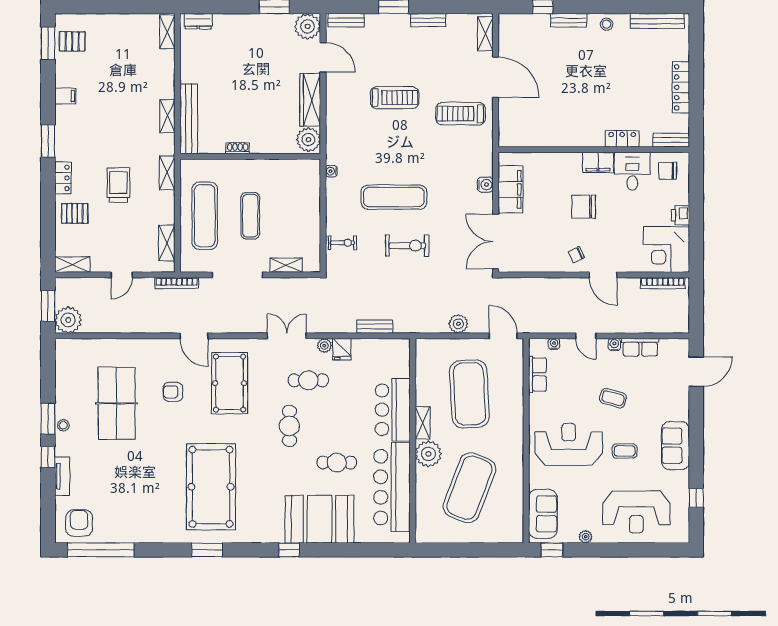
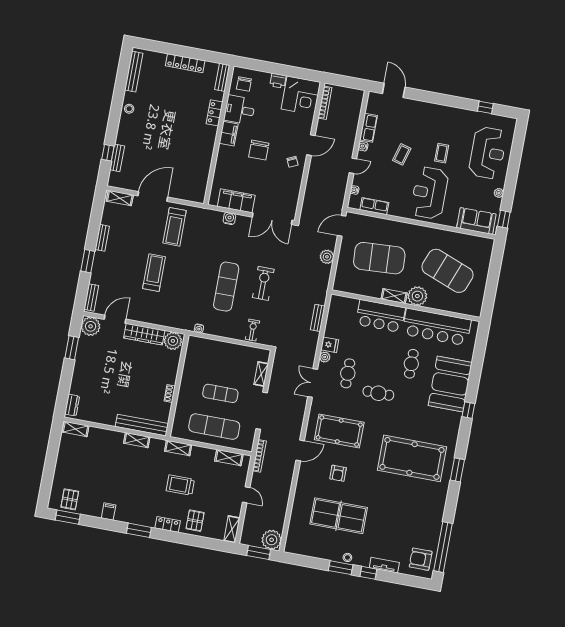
bench: (569, 20) -> (117, 158), moved
sofa: (675, 446) -> (445, 115), removed

